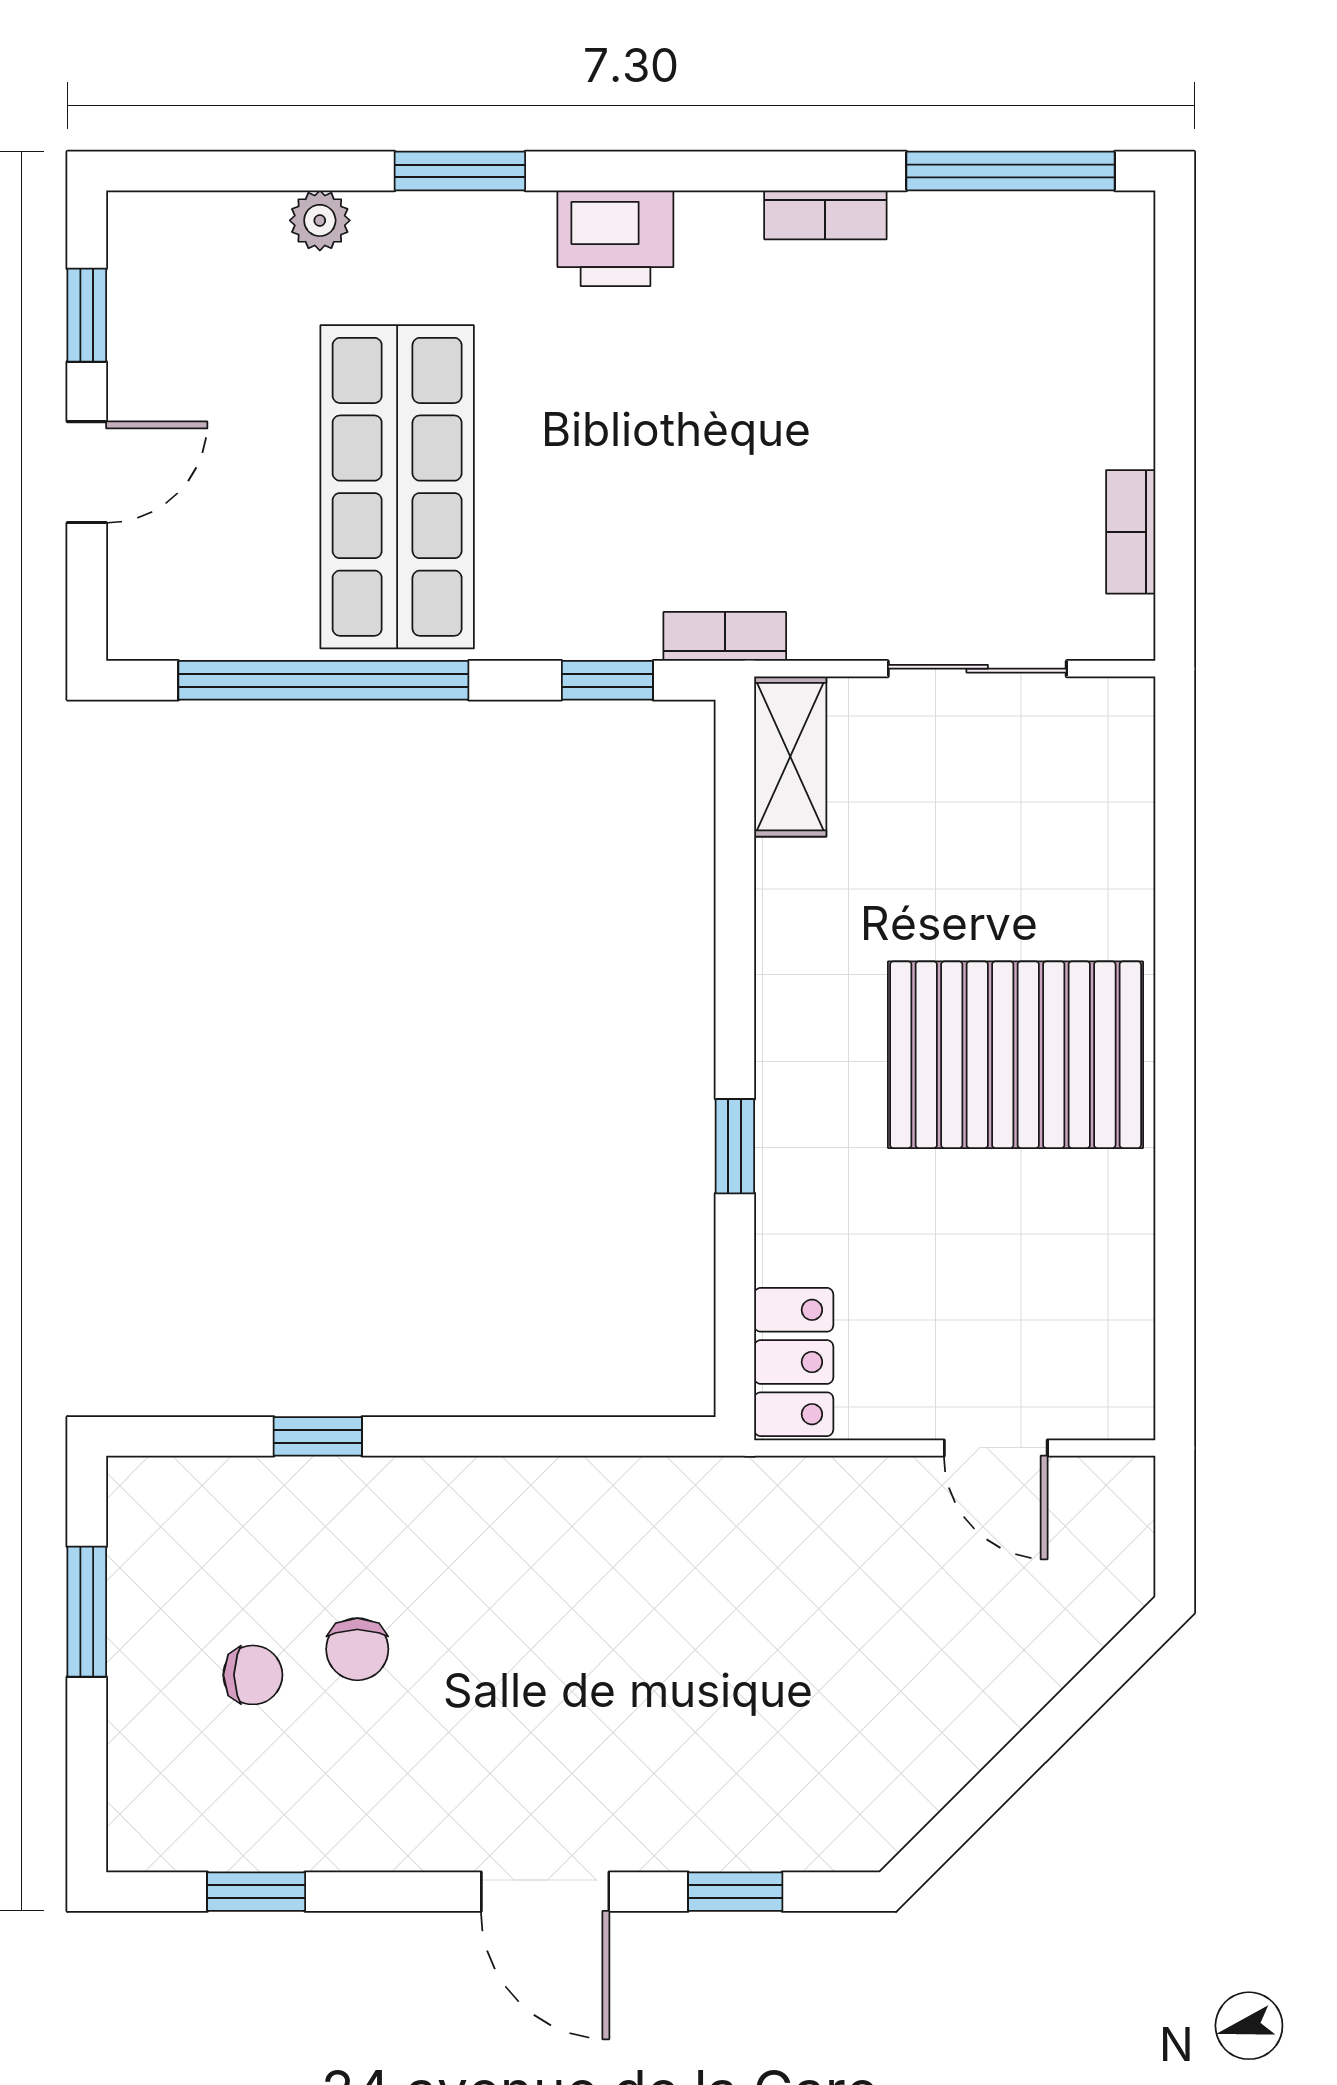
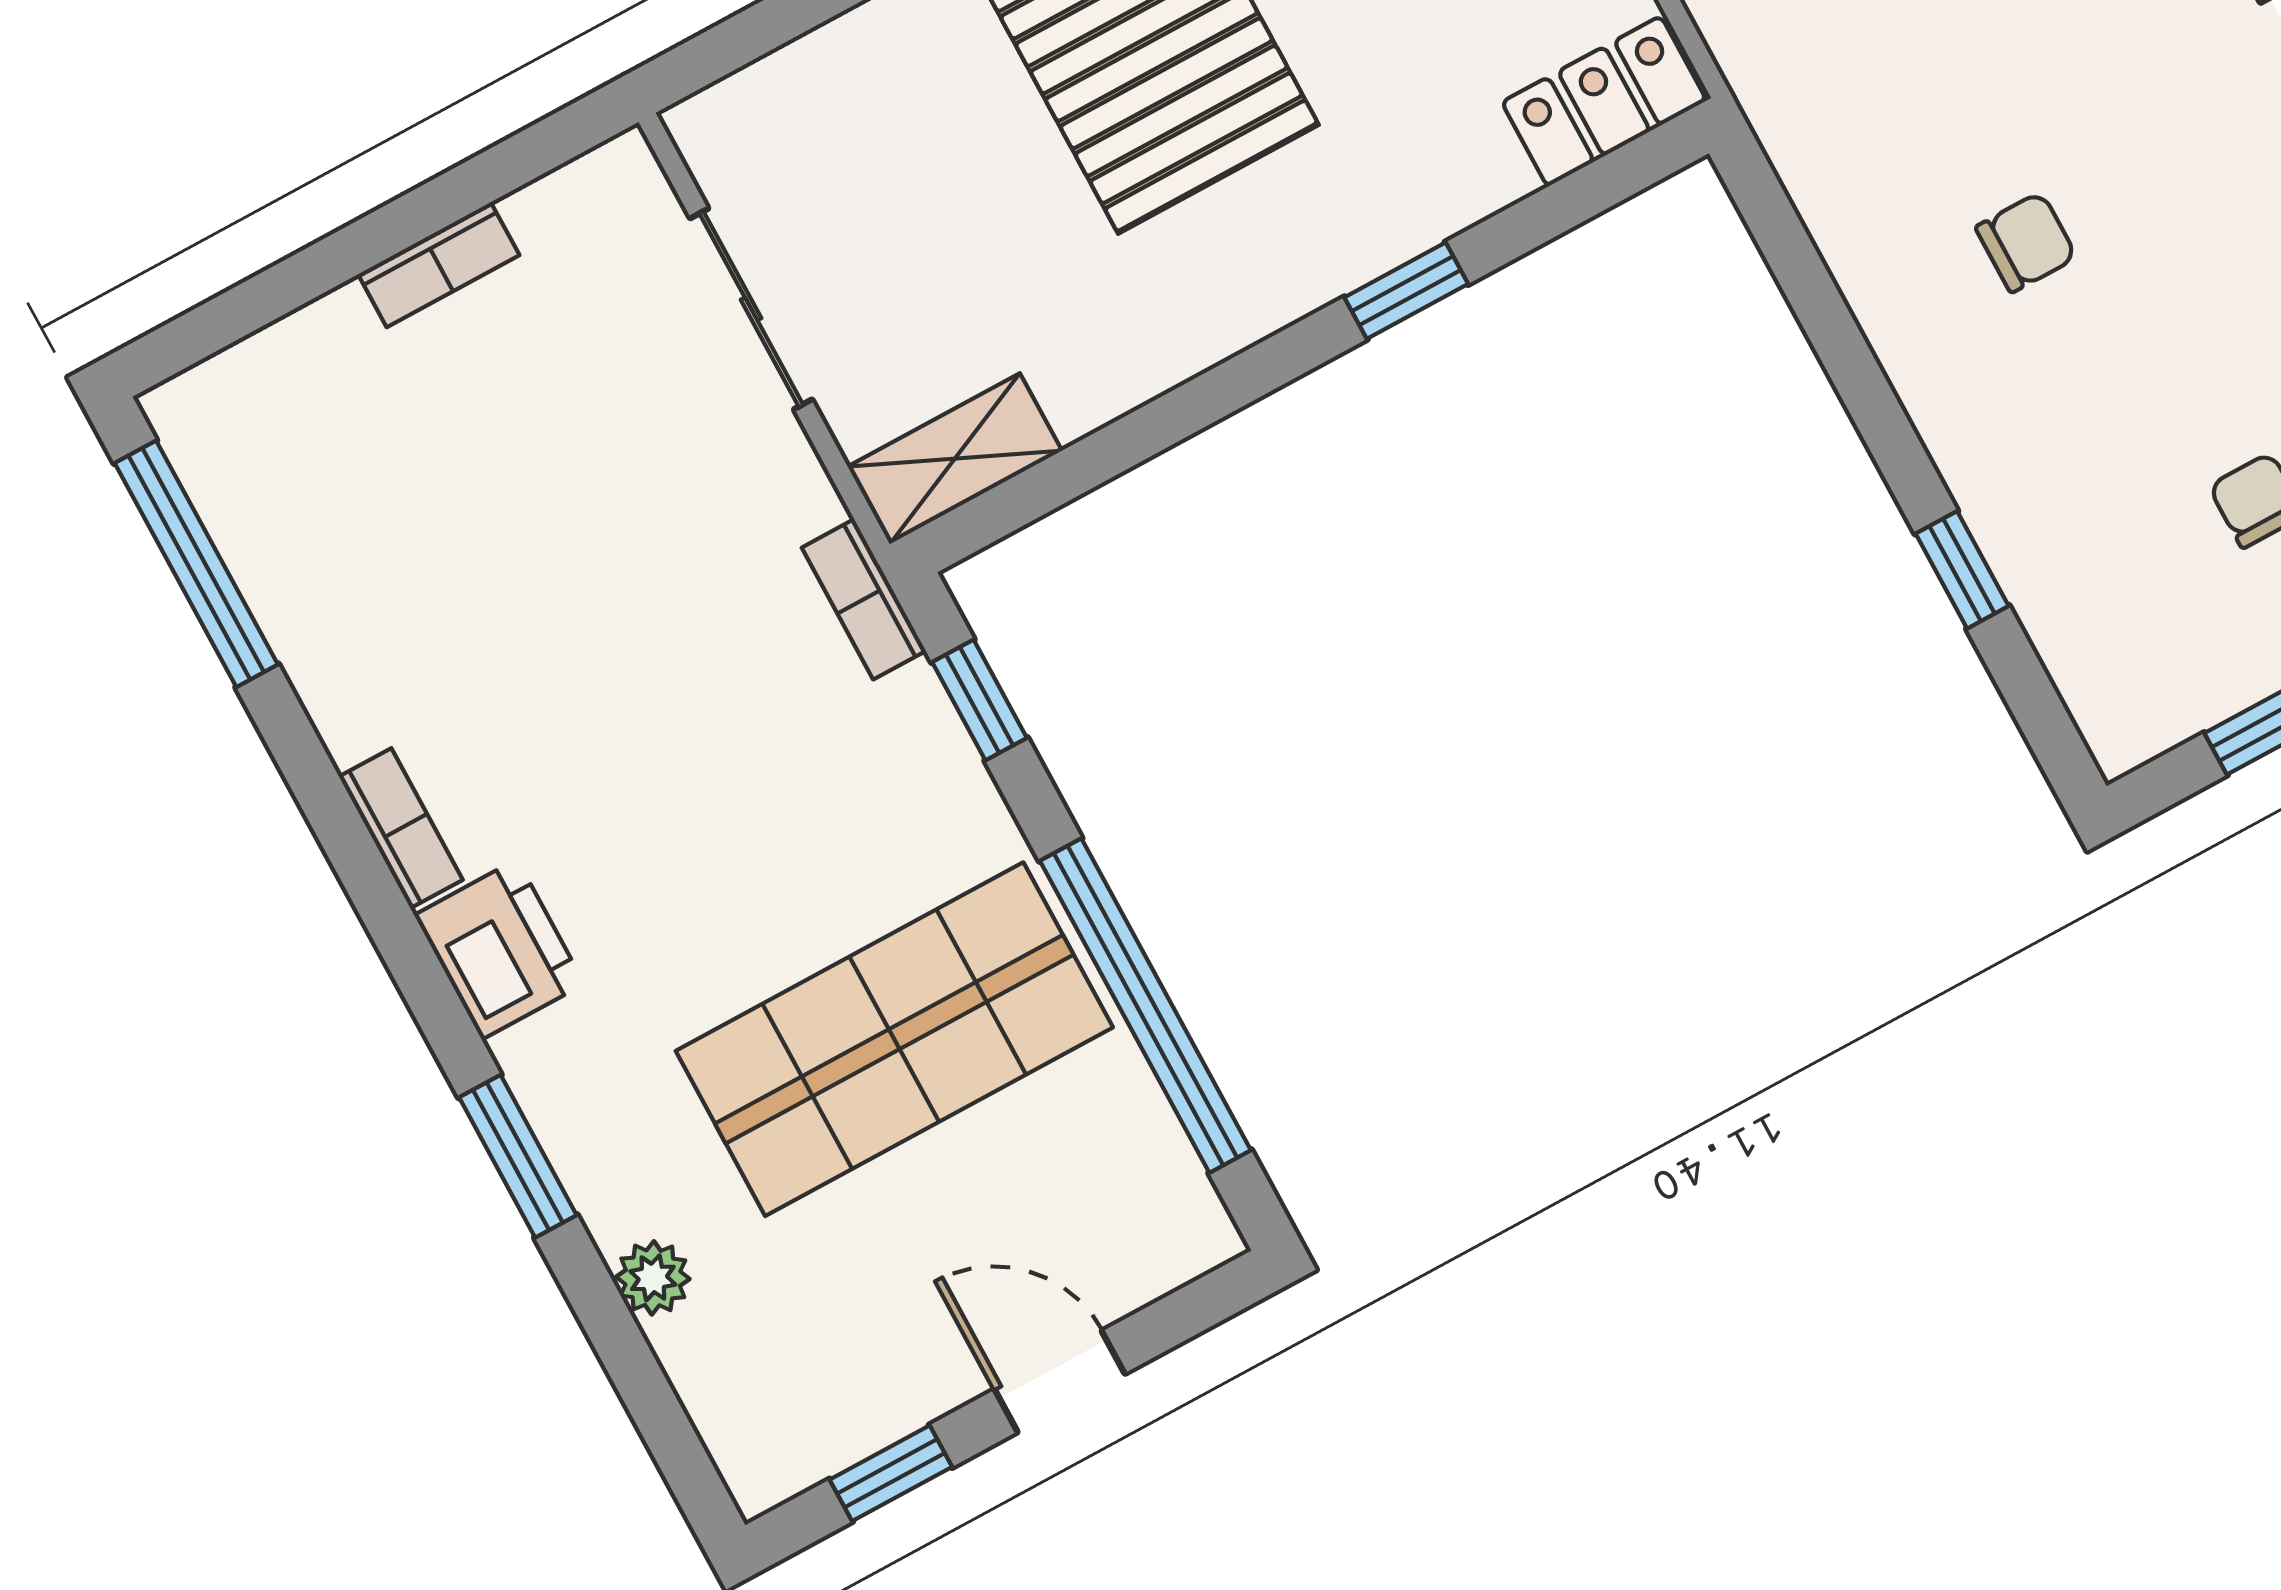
bookcase: (825, 215) -> (401, 828), moved
bookcase: (1131, 532) -> (439, 265), moved
chair: (357, 1649) -> (2026, 242), moved

